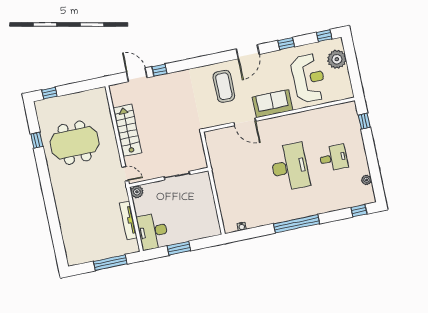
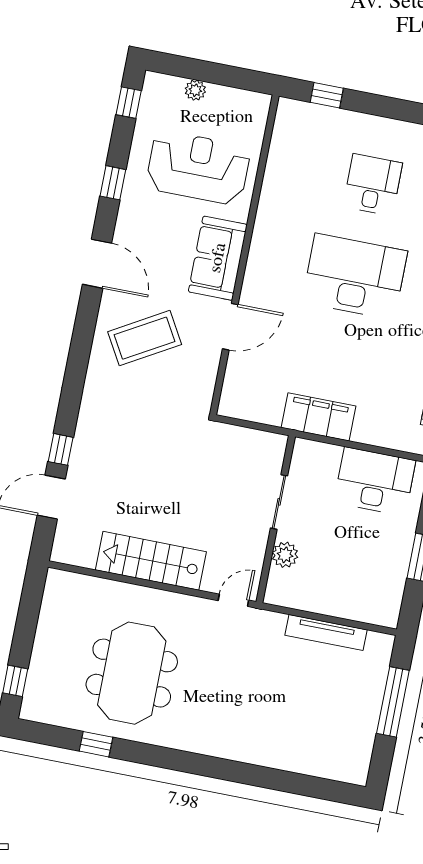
plant: (337, 59) -> (195, 90), width x0.53, depth x0.53
coffee table: (224, 86) -> (145, 338), turned -30
filing cabinet: (222, 177) -> (318, 417), added
plant: (137, 192) -> (285, 555), moved
desk: (153, 231) -> (375, 481), moved, turned 180

